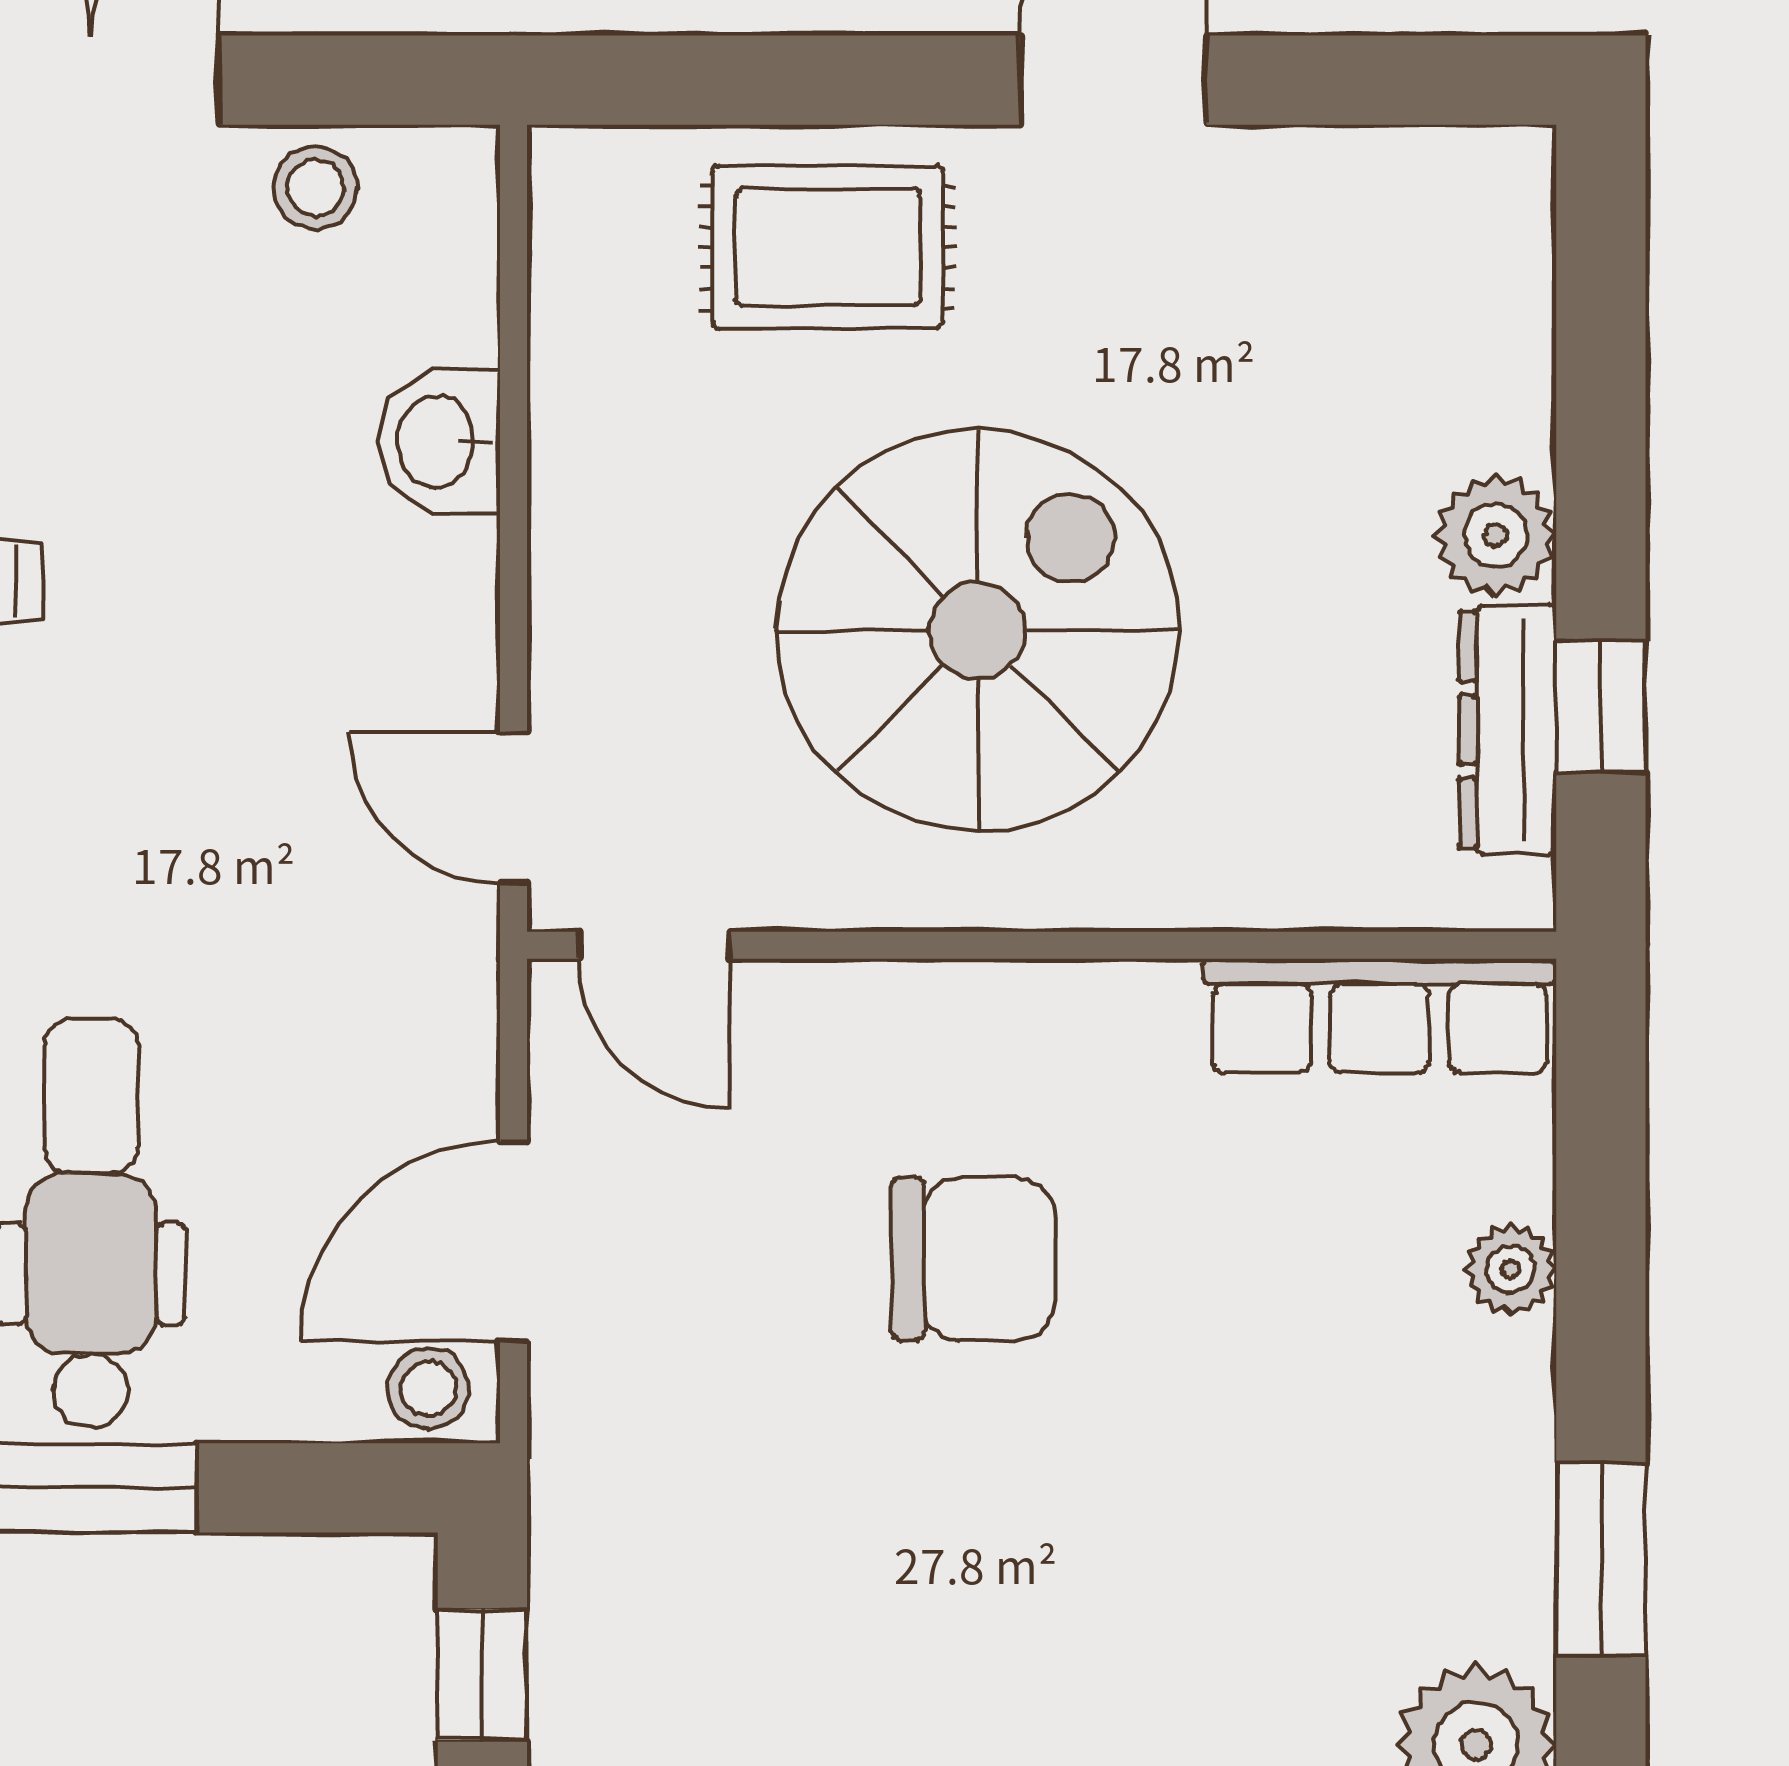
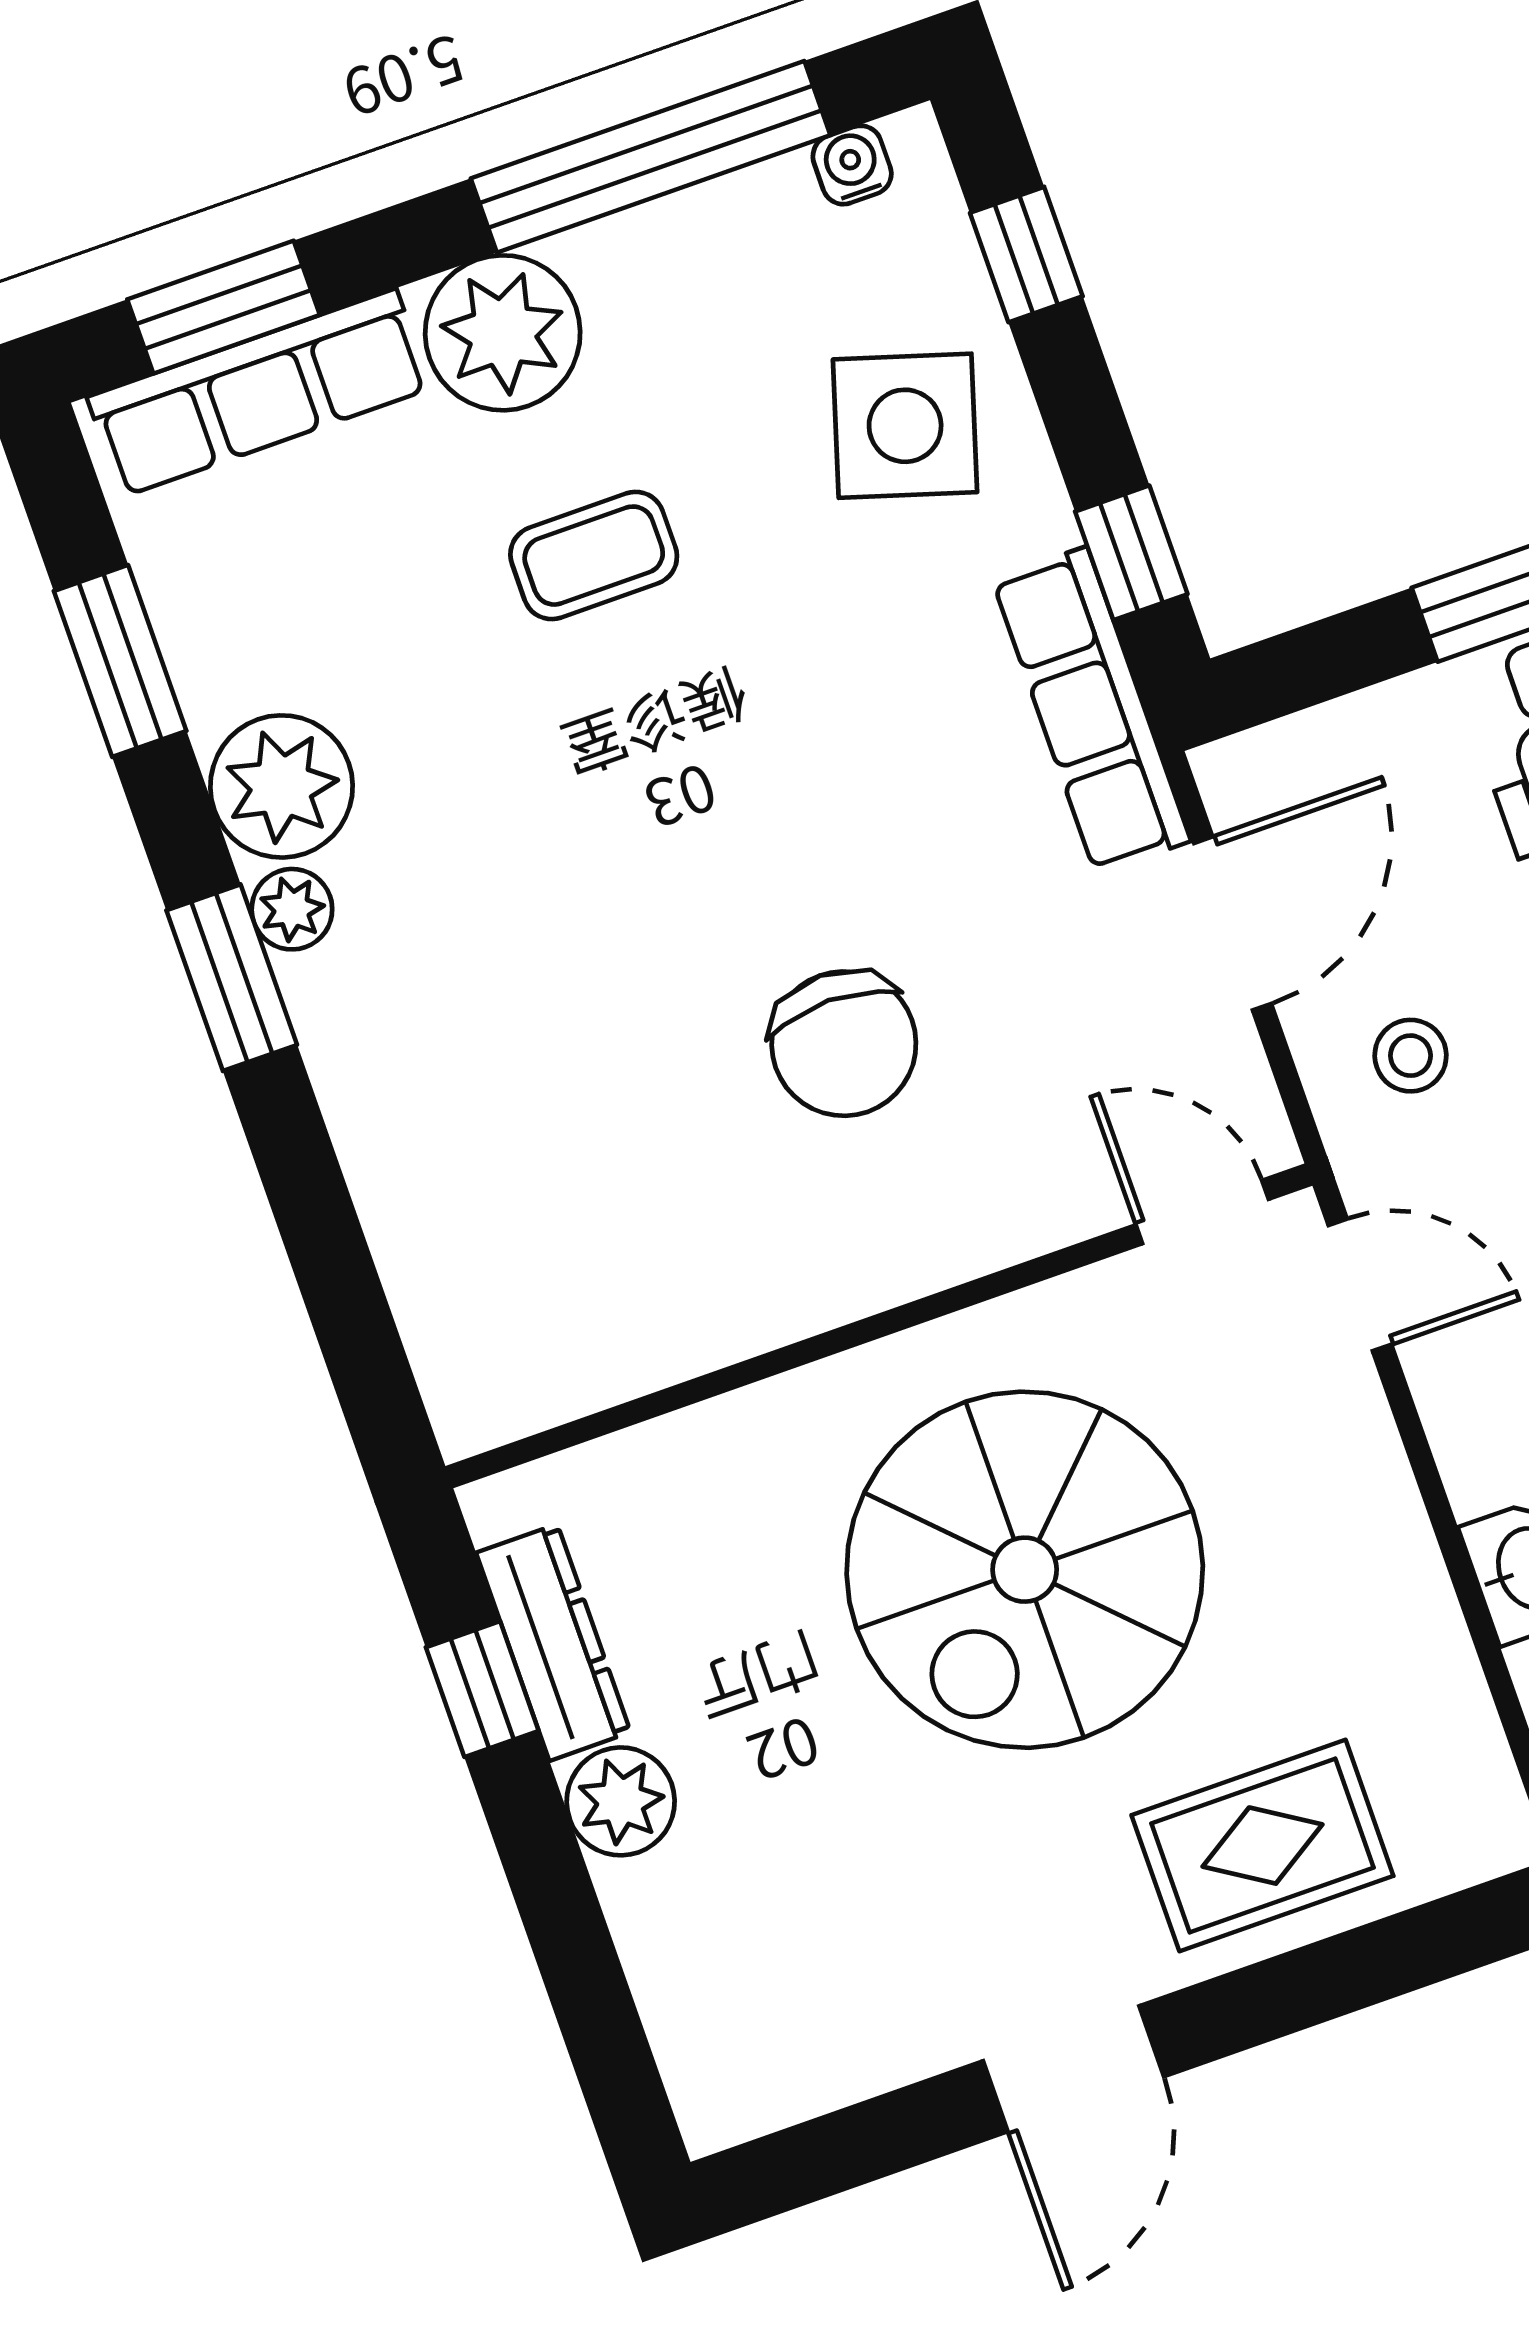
row of seats: (1380, 1016) -> (1091, 710), moved, turned -90
chair: (973, 1259) -> (844, 1044), turned -90
plant: (1511, 1269) -> (292, 909), moved
stool: (428, 1388) -> (1411, 1056), moved

